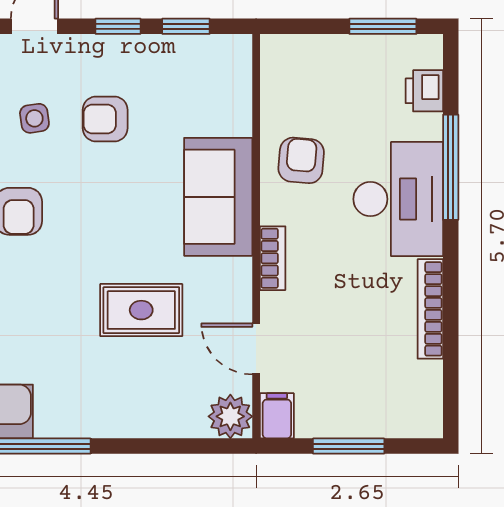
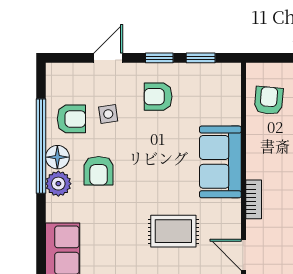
armchair: (105, 119) -> (158, 97), moved
armchair: (301, 160) -> (269, 101), moved

